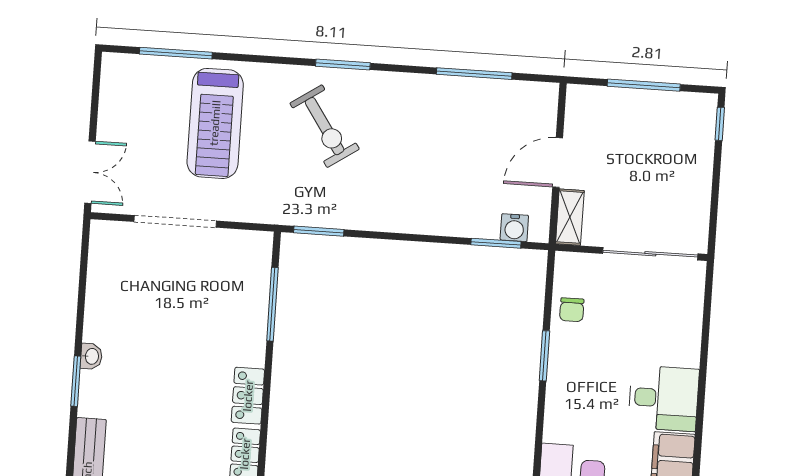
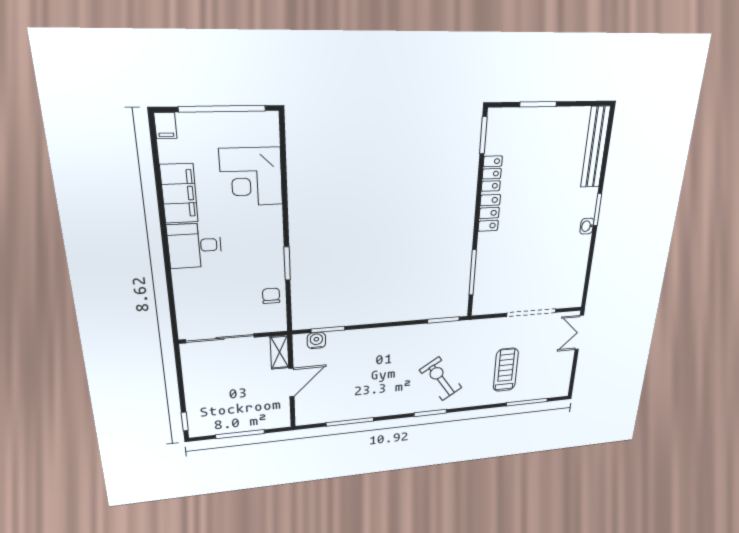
treadmill: (215, 123) -> (506, 370), width x0.73, depth x0.73

